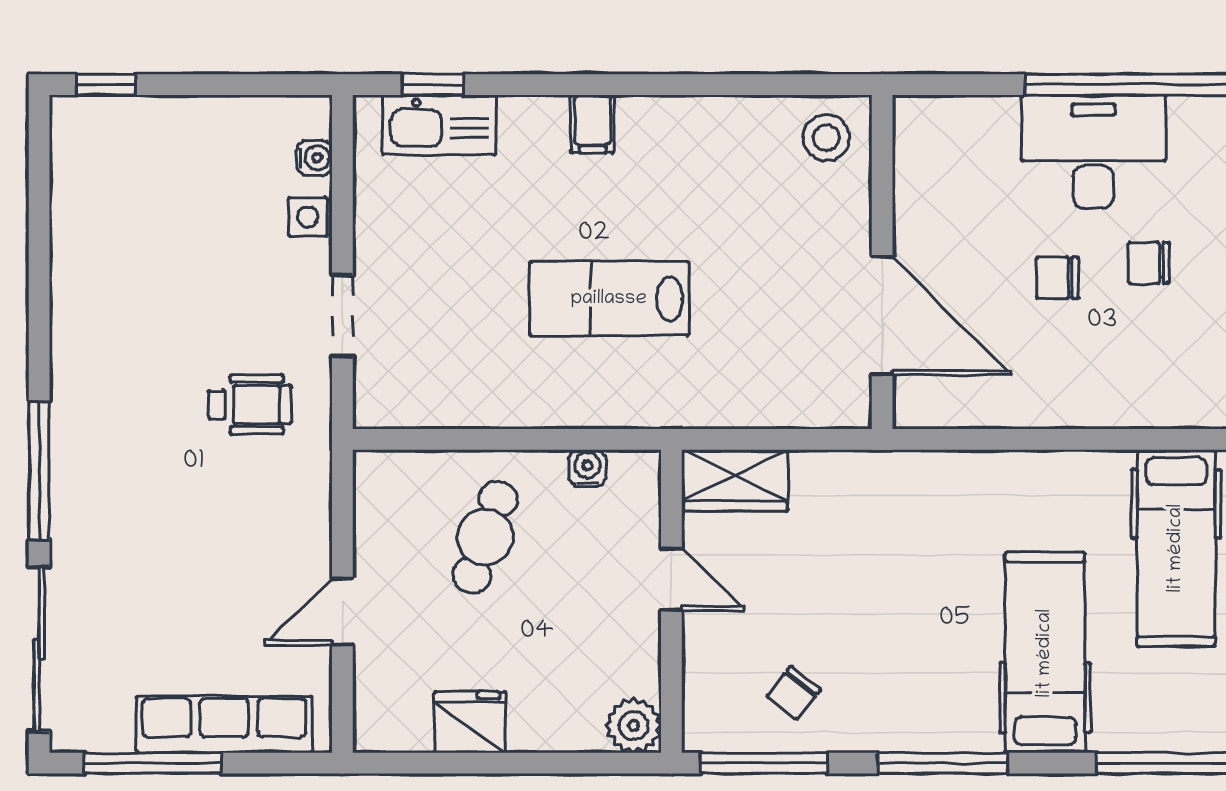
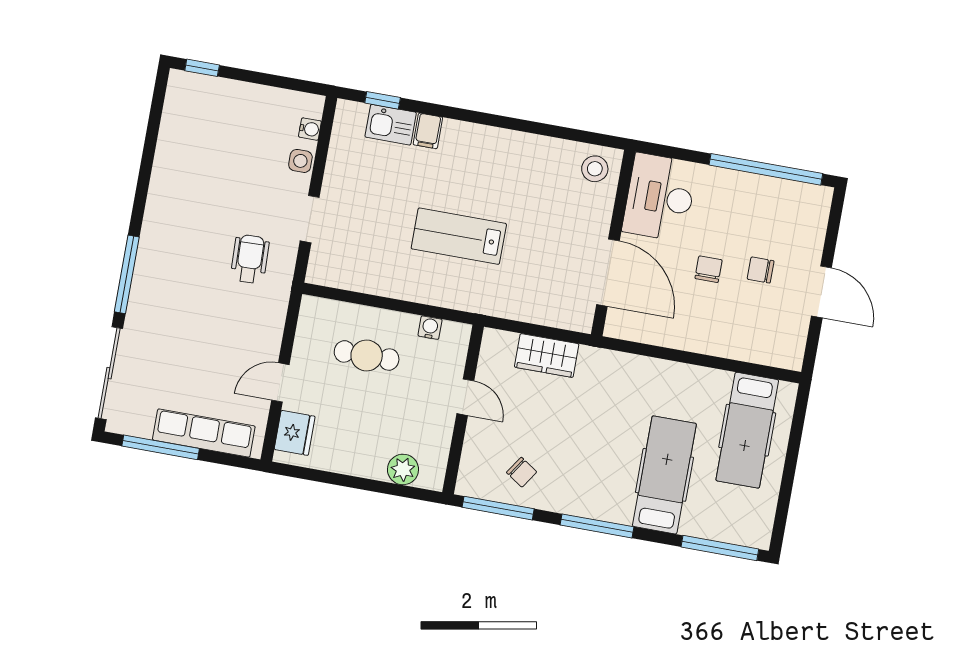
filing cabinet: (592, 124) -> (428, 131), moved
kitchen sink: (439, 125) -> (391, 125), width x0.73
desk: (1094, 152) -> (660, 197), moved, turned -90
chair: (1057, 278) -> (709, 269), turned 90
wheelchair: (250, 405) -> (250, 259), turned -92
wardrobe: (735, 480) -> (547, 356), moved
cafe table: (485, 537) -> (367, 355), turned 71
chair: (794, 693) -> (522, 472), turned -94
fridge: (470, 722) -> (295, 433), moved, turned 90
plant: (634, 725) -> (403, 469), moved

